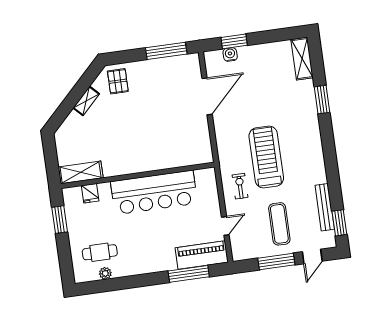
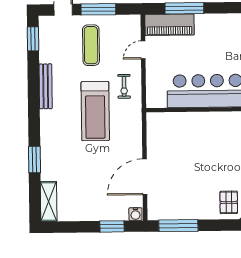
water cooler: (230, 54) -> (135, 214), moved
bench: (325, 207) -> (46, 86), moved

